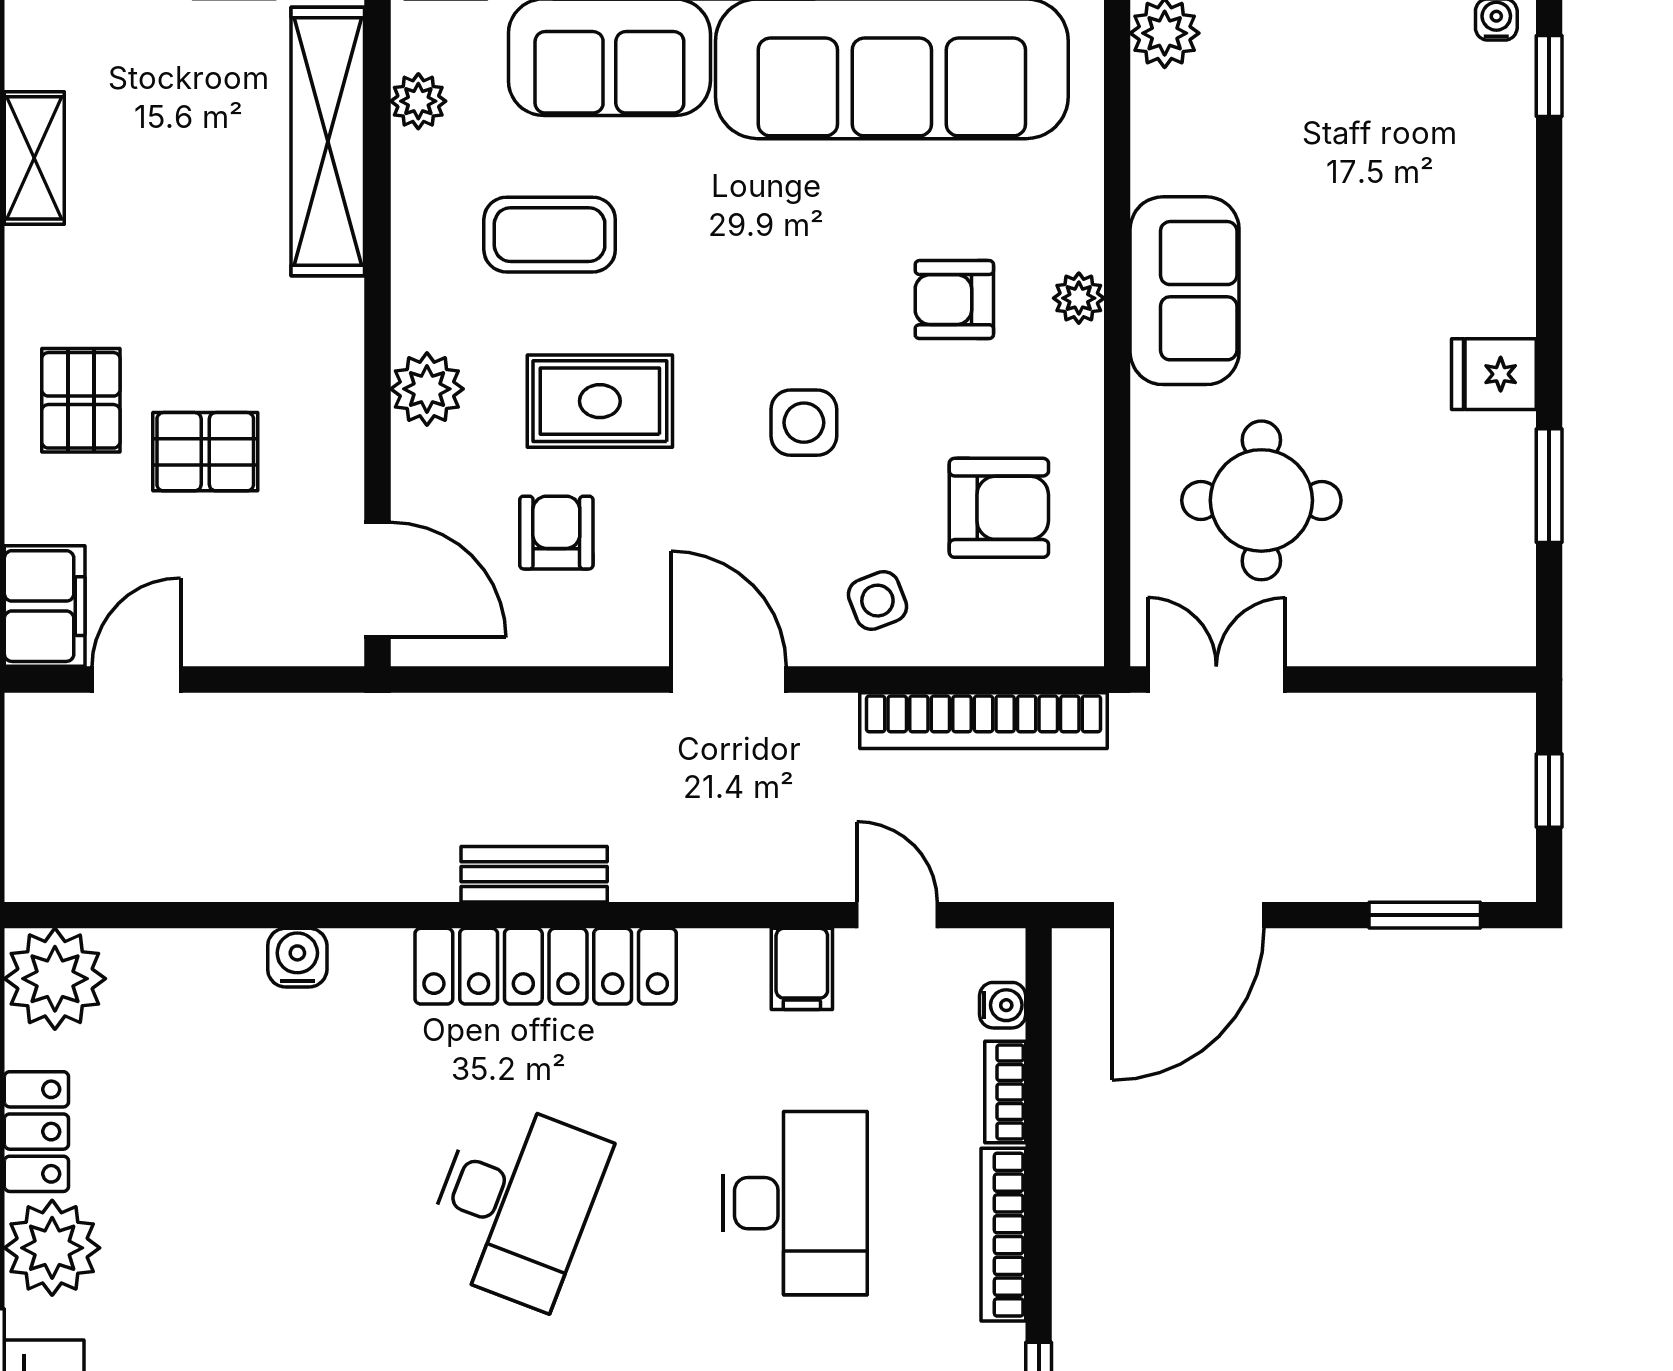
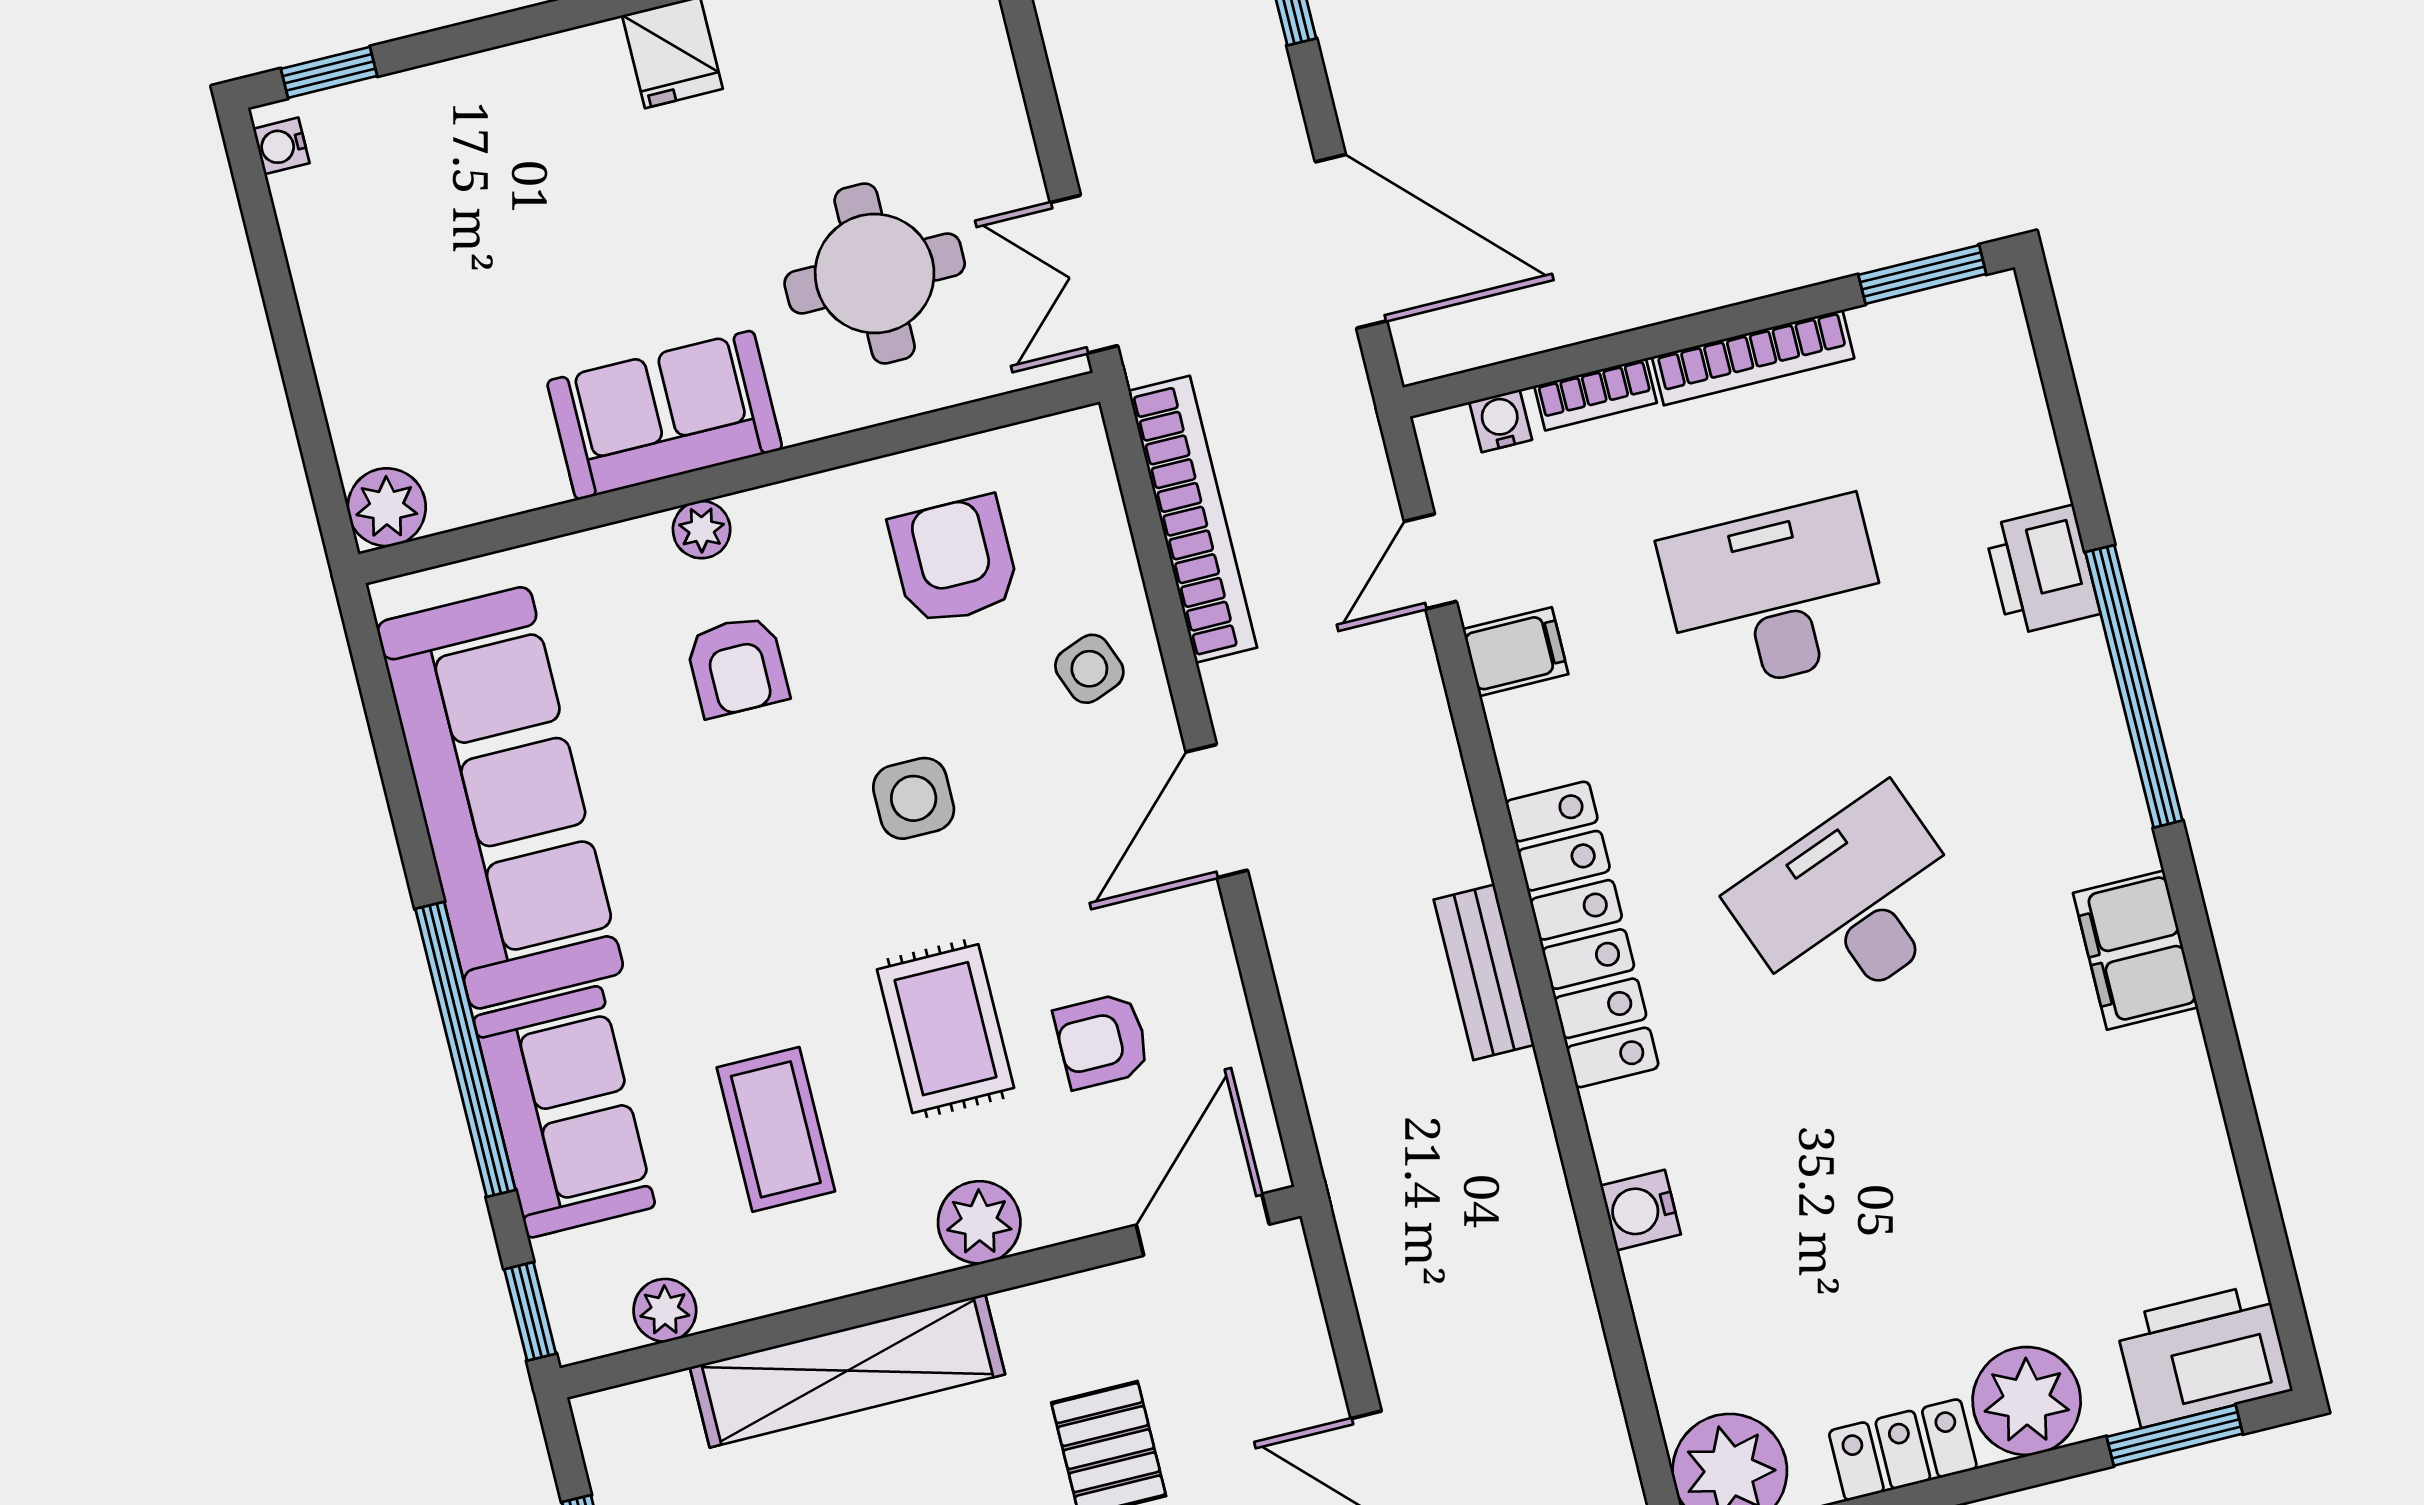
shelving: (328, 141) -> (847, 1371), moved
desk: (515, 1203) -> (1851, 904), turned -42

